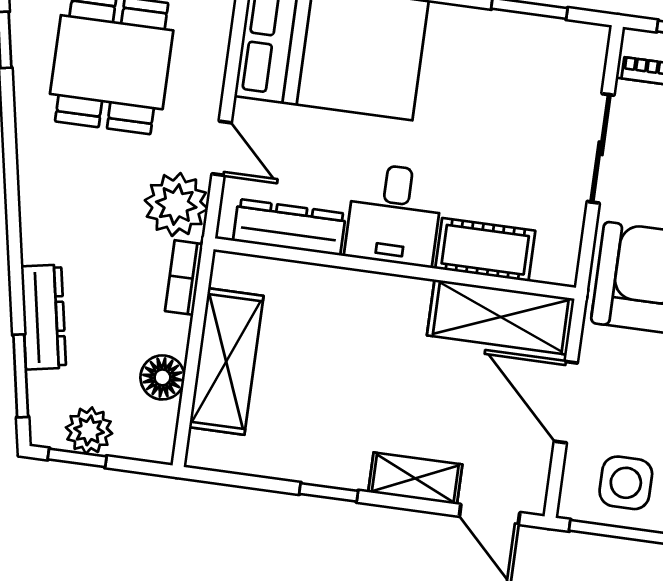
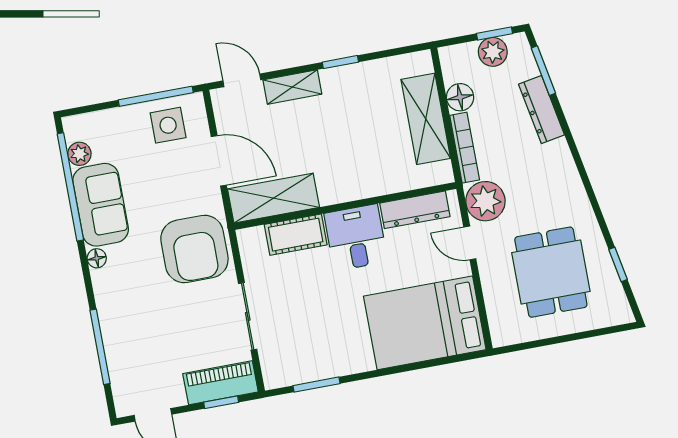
bookcase: (184, 278) -> (465, 148), width x1.56

